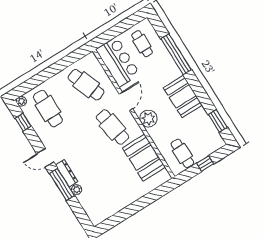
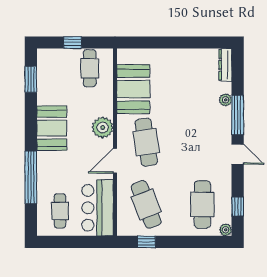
window: (70, 59) -> (147, 242), added
dresser: (67, 173) -> (225, 65), moved

